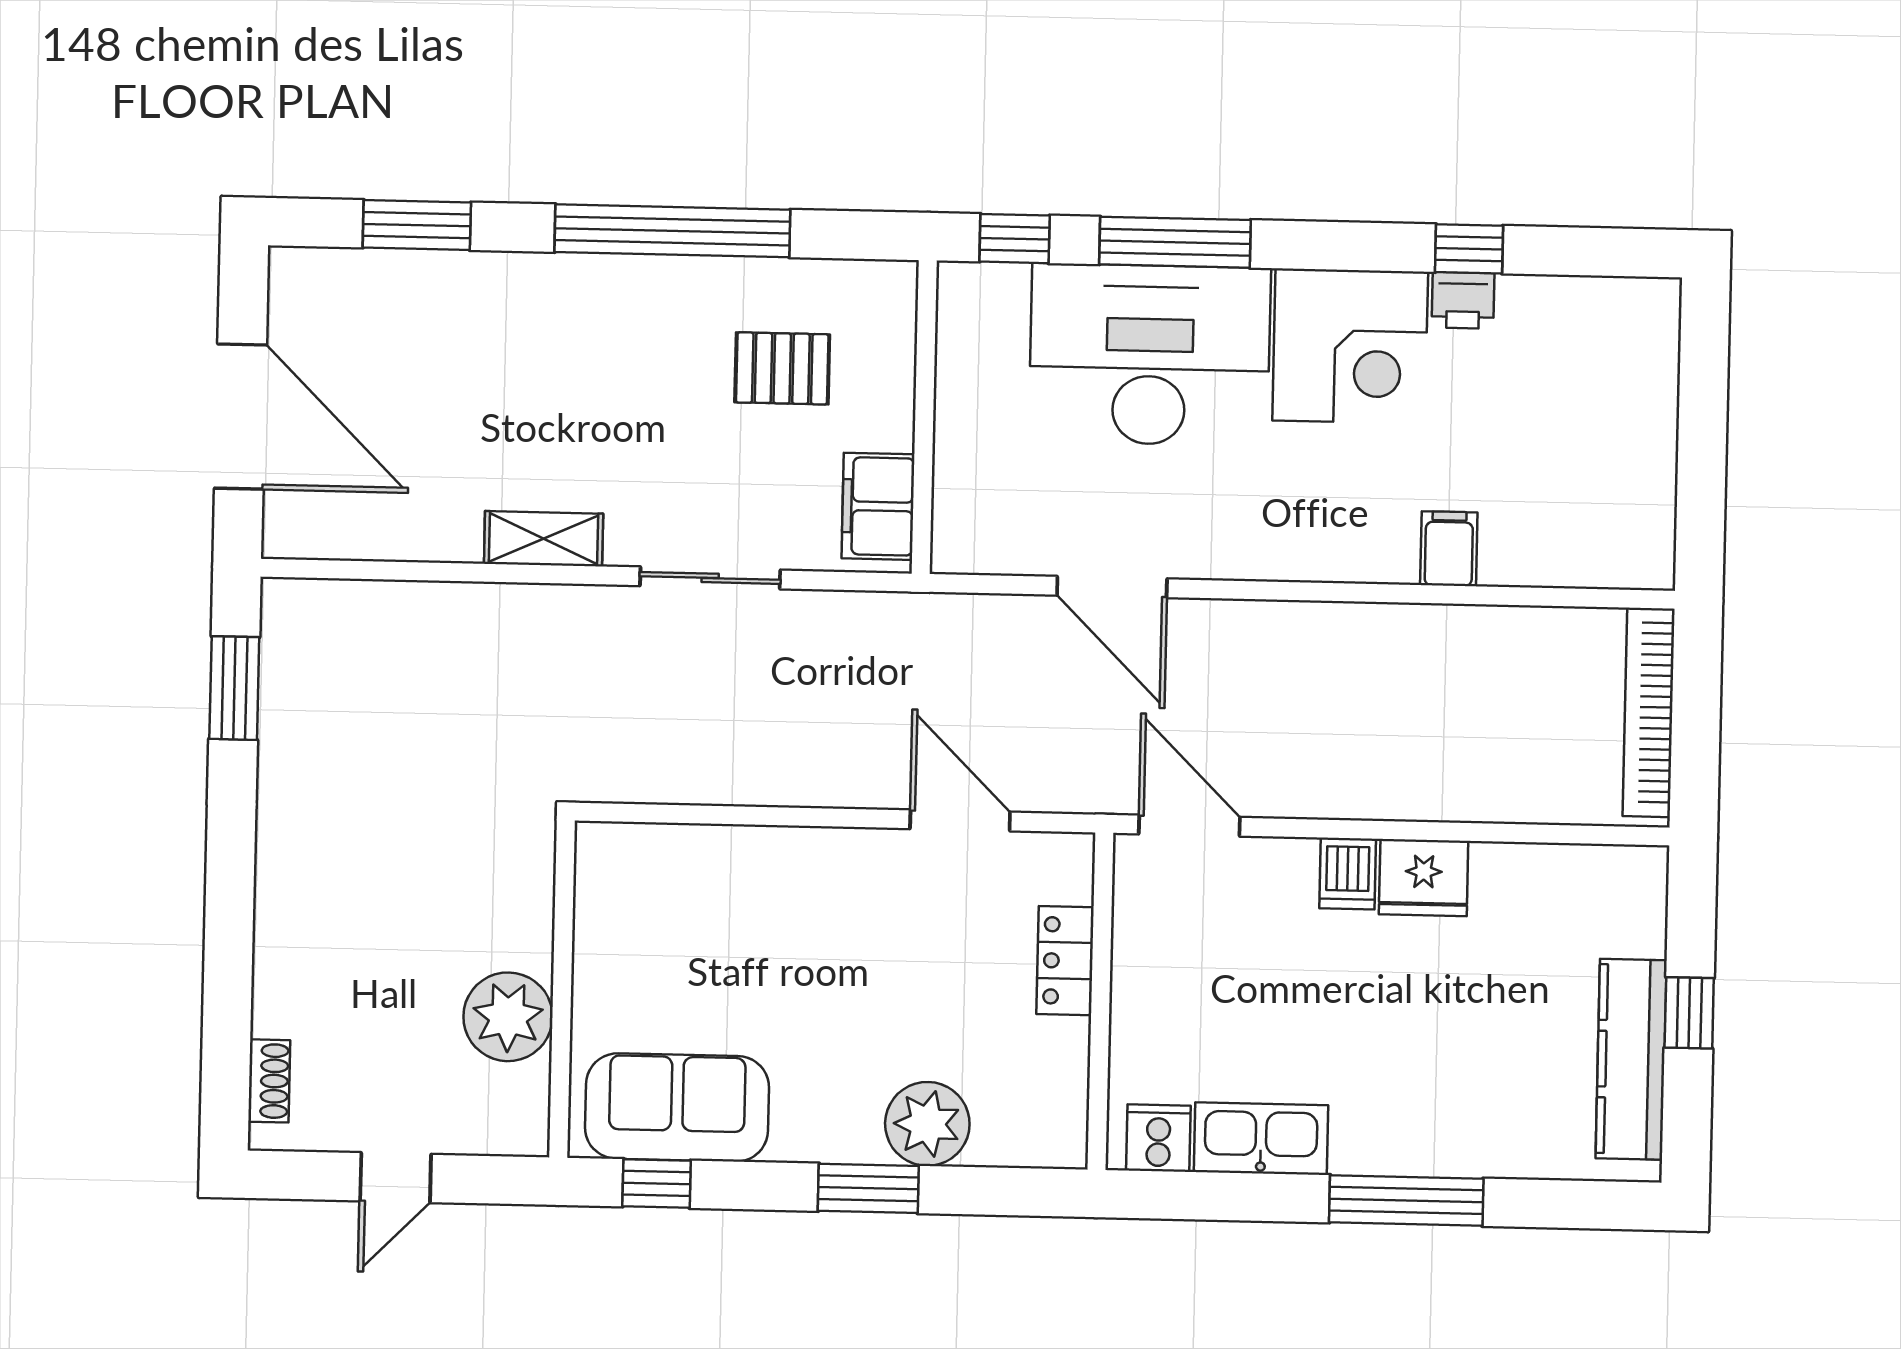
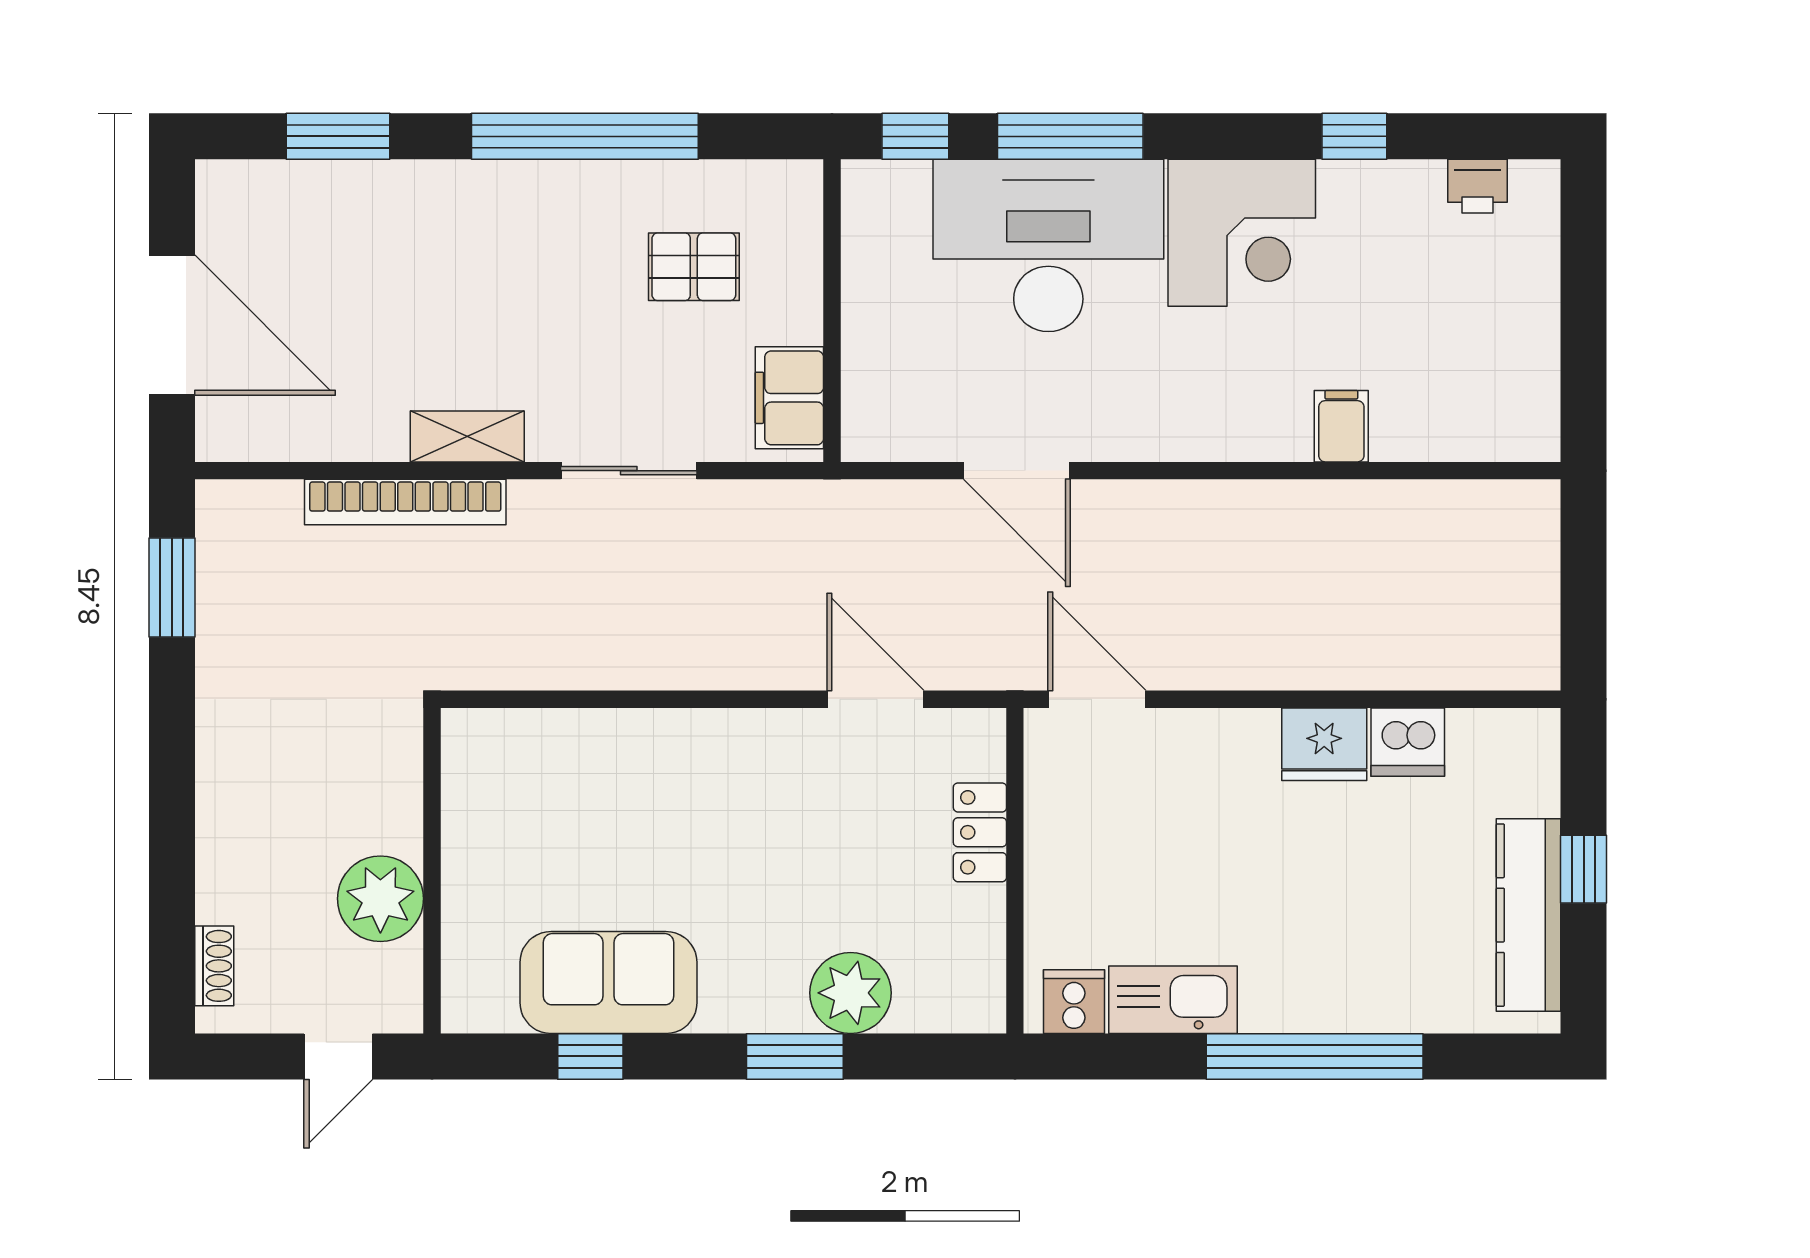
printer: (1463, 300) -> (1477, 186), moved
bookcase: (1649, 712) -> (405, 502), moved, turned -90
dishwasher: (1348, 874) -> (1408, 742), moved, width x1.38
wall: (562, 989) -> (432, 871), moved
plant: (508, 1017) -> (380, 899), moved
window: (1406, 1201) -> (1315, 1056), width x1.46

